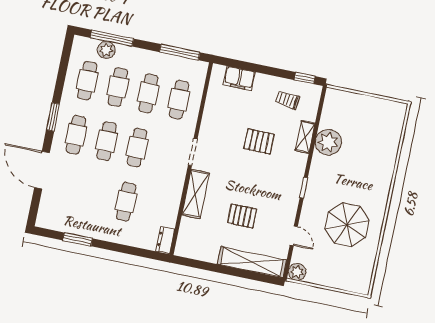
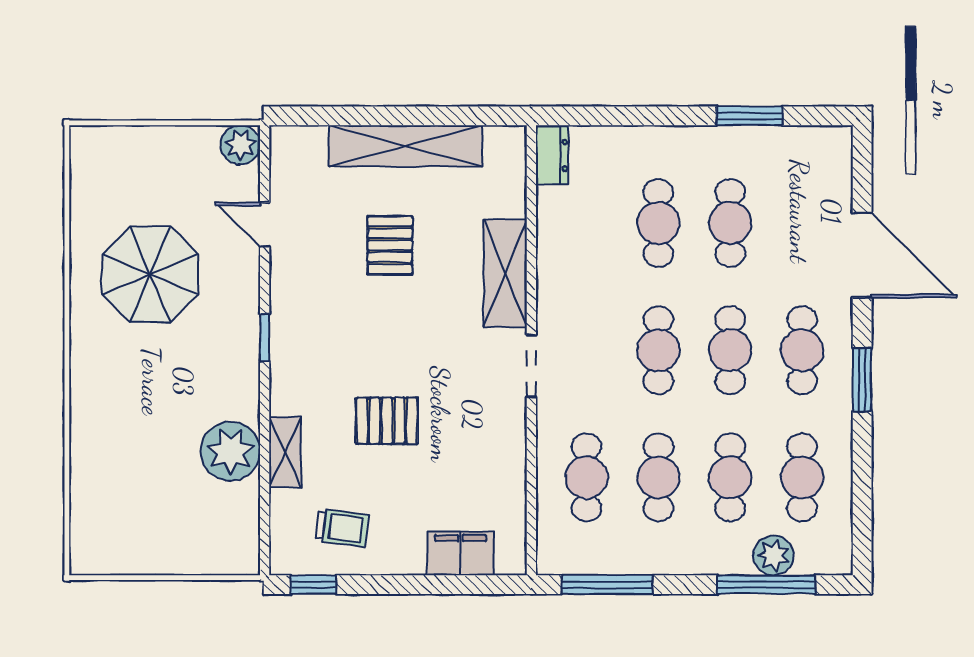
cafe table: (95, 195) -> (730, 223), added
pallet: (242, 216) -> (390, 245), turned 90
shelving: (252, 262) -> (405, 146), moved

